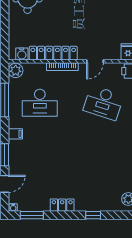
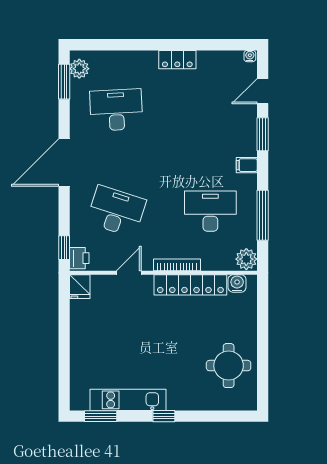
desk: (103, 171) -> (116, 110), added
window: (32, 215) -> (222, 45), removed
window: (93, 215) -> (131, 45), removed

